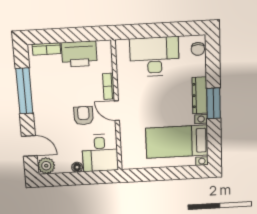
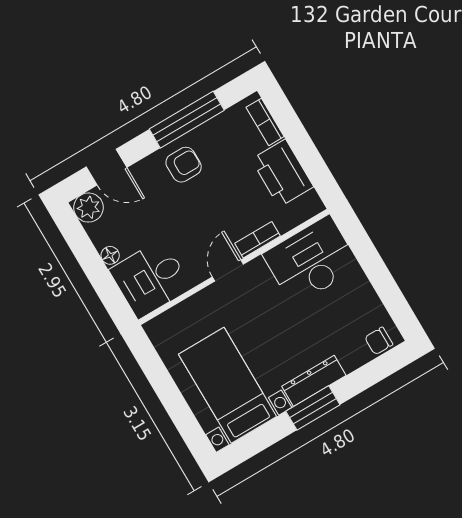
desk: (154, 57) -> (311, 260), moved, turned -90
armchair: (83, 116) -> (184, 165), moved
door: (29, 146) -> (106, 167), hinge flipped

